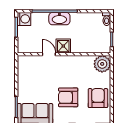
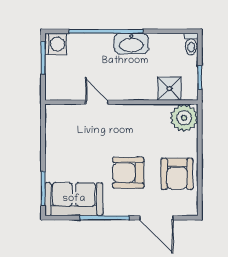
washbasin: (59, 19) -> (131, 44), moved
shower: (63, 46) -> (169, 89), moved
armchair: (98, 98) -> (177, 174), turned 180

